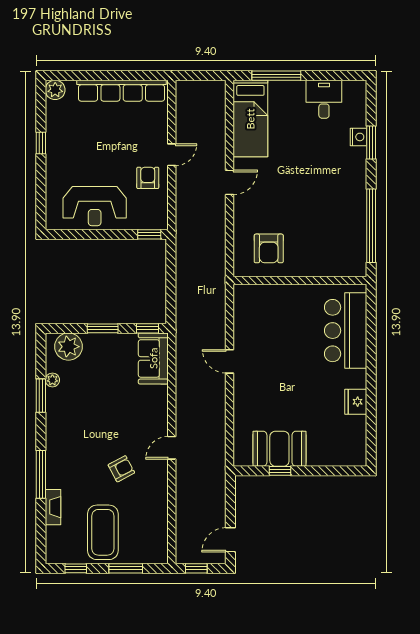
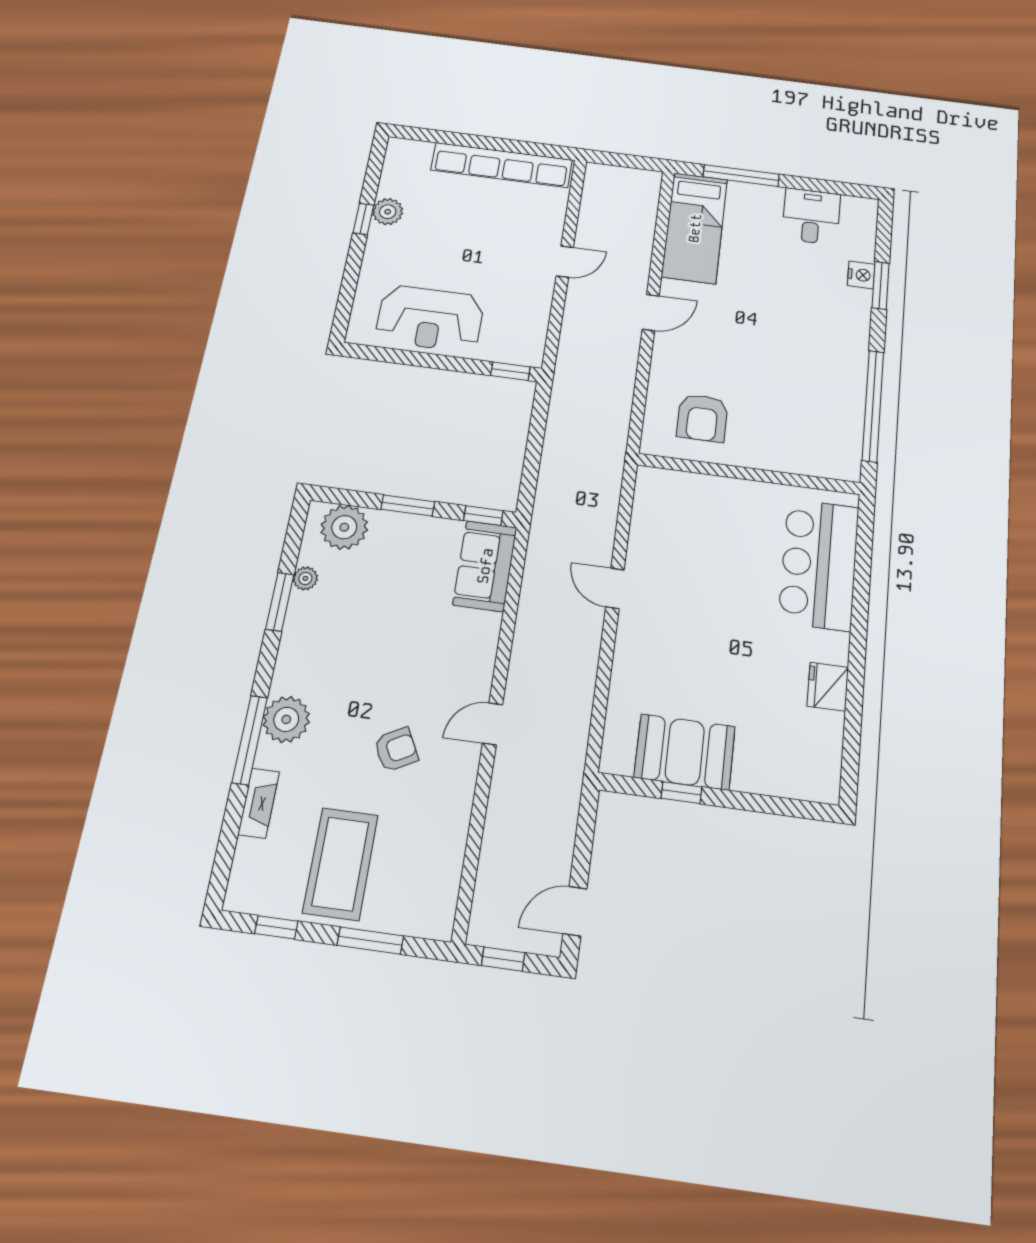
plant: (55, 90) -> (388, 212), moved
armchair: (148, 178) -> (522, 289), removed
plant: (58, 461) -> (286, 719), added

